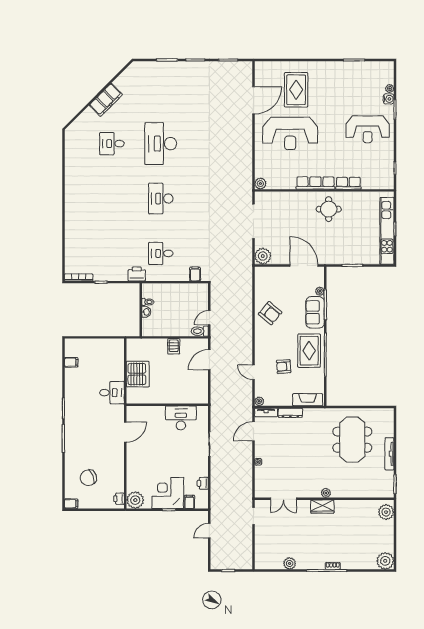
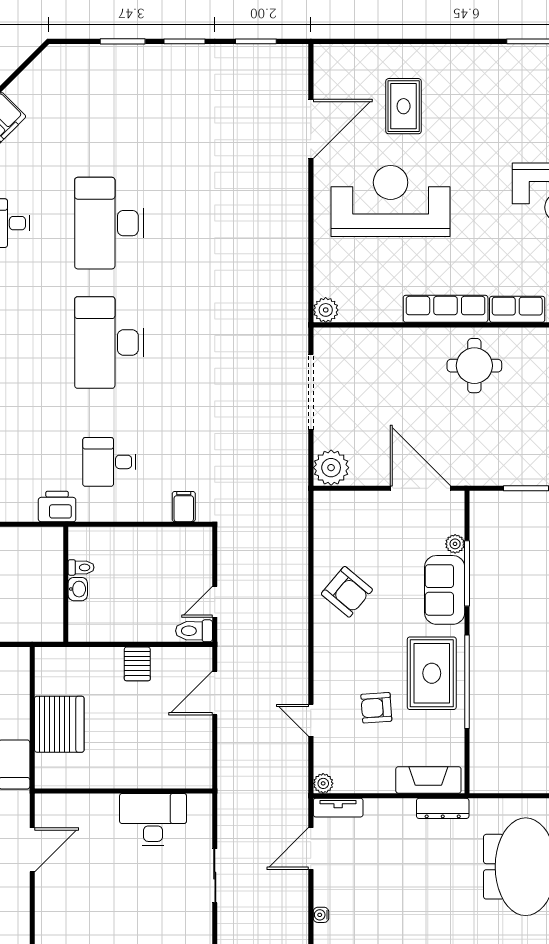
rug: (296, 90) -> (404, 106), width x0.73, depth x0.70
reception desk: (290, 133) -> (391, 201), turned 180
desk: (161, 199) -> (109, 343), width x1.36, depth x1.30
dresser: (290, 413) -> (443, 808), moved

